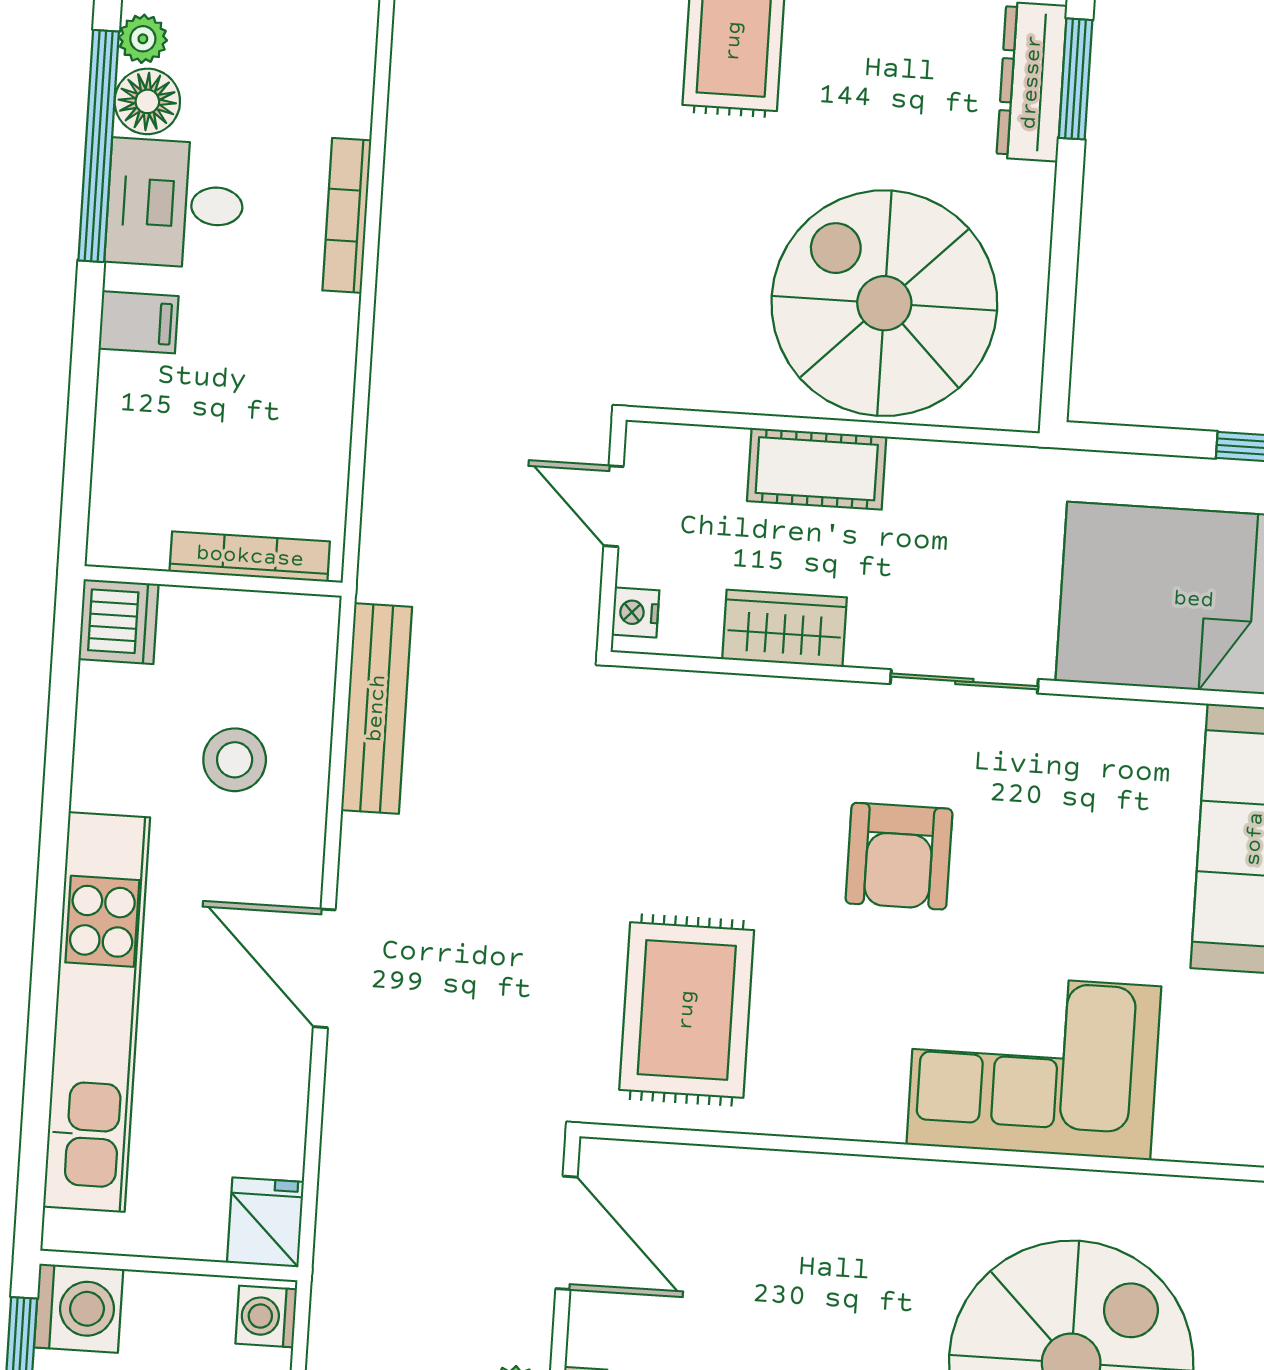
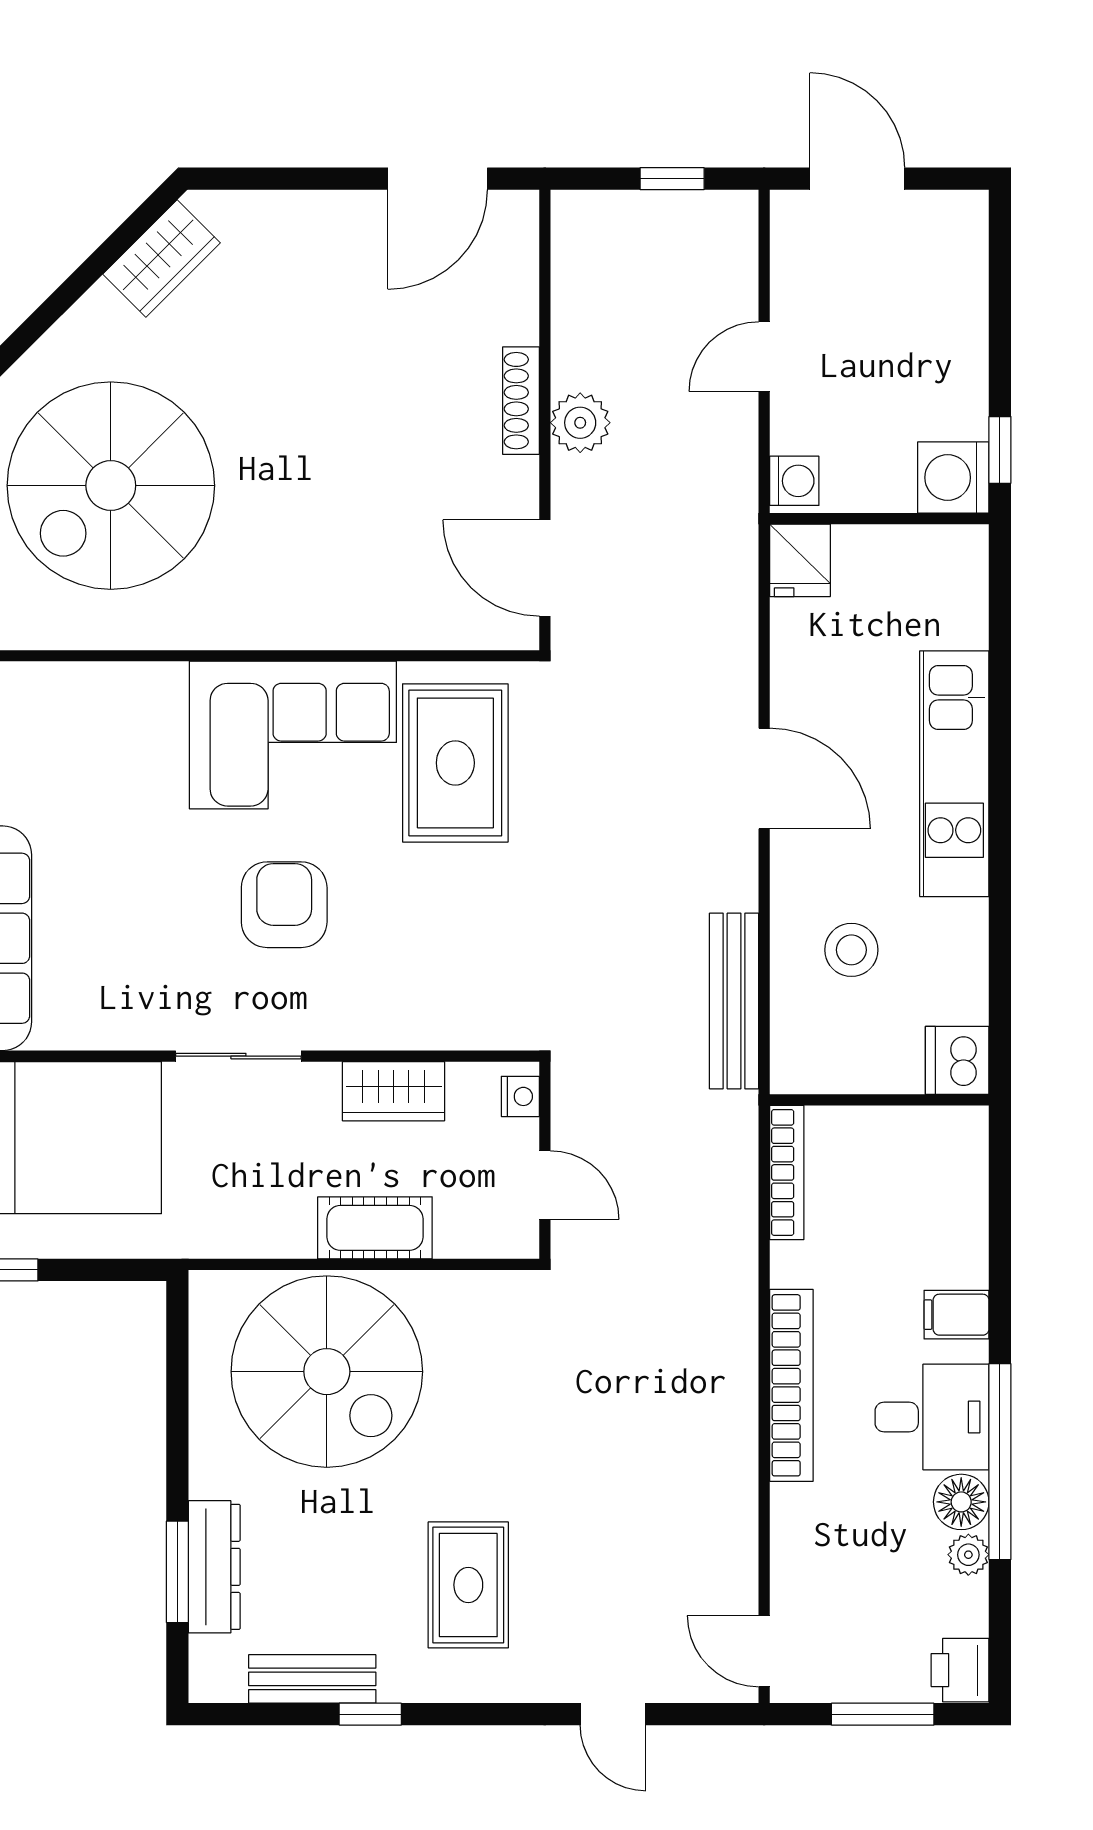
bookcase: (347, 215) -> (791, 1385), width x1.48, depth x1.31
bookcase: (250, 557) -> (787, 1172), moved, turned -90
kitchen unit: (97, 1012) -> (954, 774), width x0.73
corner sofa: (1034, 1065) -> (293, 735), moved

